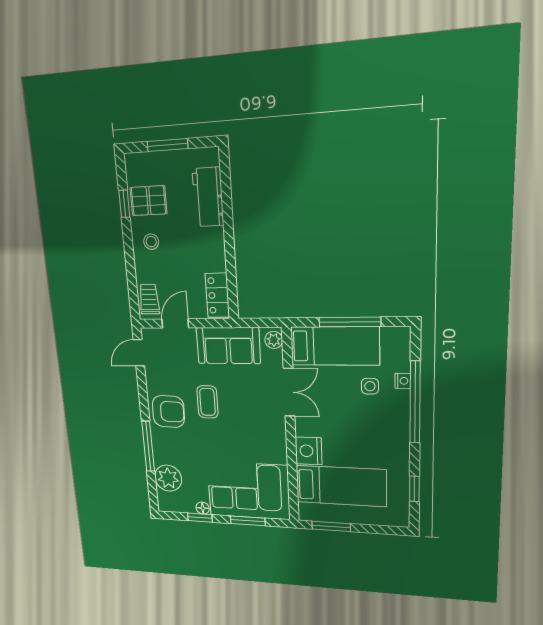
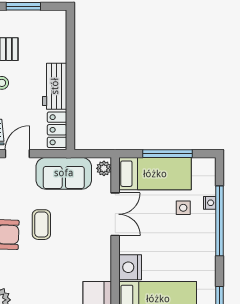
workbench: (208, 197) -> (55, 86), moved

